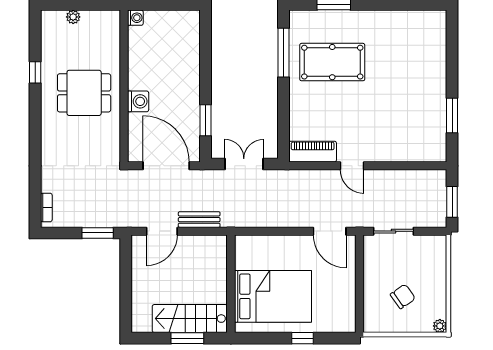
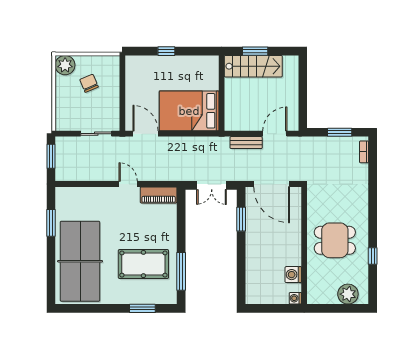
plant: (73, 17) -> (348, 294), width x1.88, depth x1.88
table tennis table: (414, 66) -> (80, 261), added
washing machine: (138, 101) -> (293, 275), moved
window: (98, 233) -> (340, 132), moved
bed: (273, 296) -> (189, 111), moved
chair: (403, 296) -> (89, 83), turned 102
plant: (440, 326) -> (65, 65), width x1.88, depth x1.88

